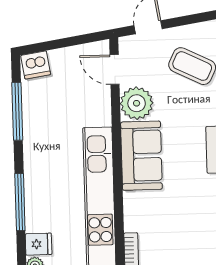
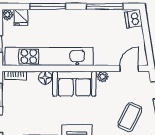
plant: (137, 103) -> (103, 77), width x0.53, depth x0.53
floor lamp: (133, 202) -> (45, 78), added

